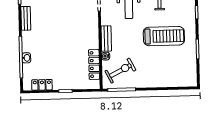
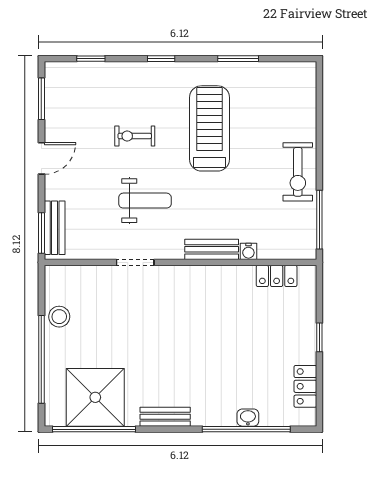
locker: (94, 64) -> (277, 276), width x0.66
exercise bike: (120, 71) -> (298, 172), moved, turned -153

